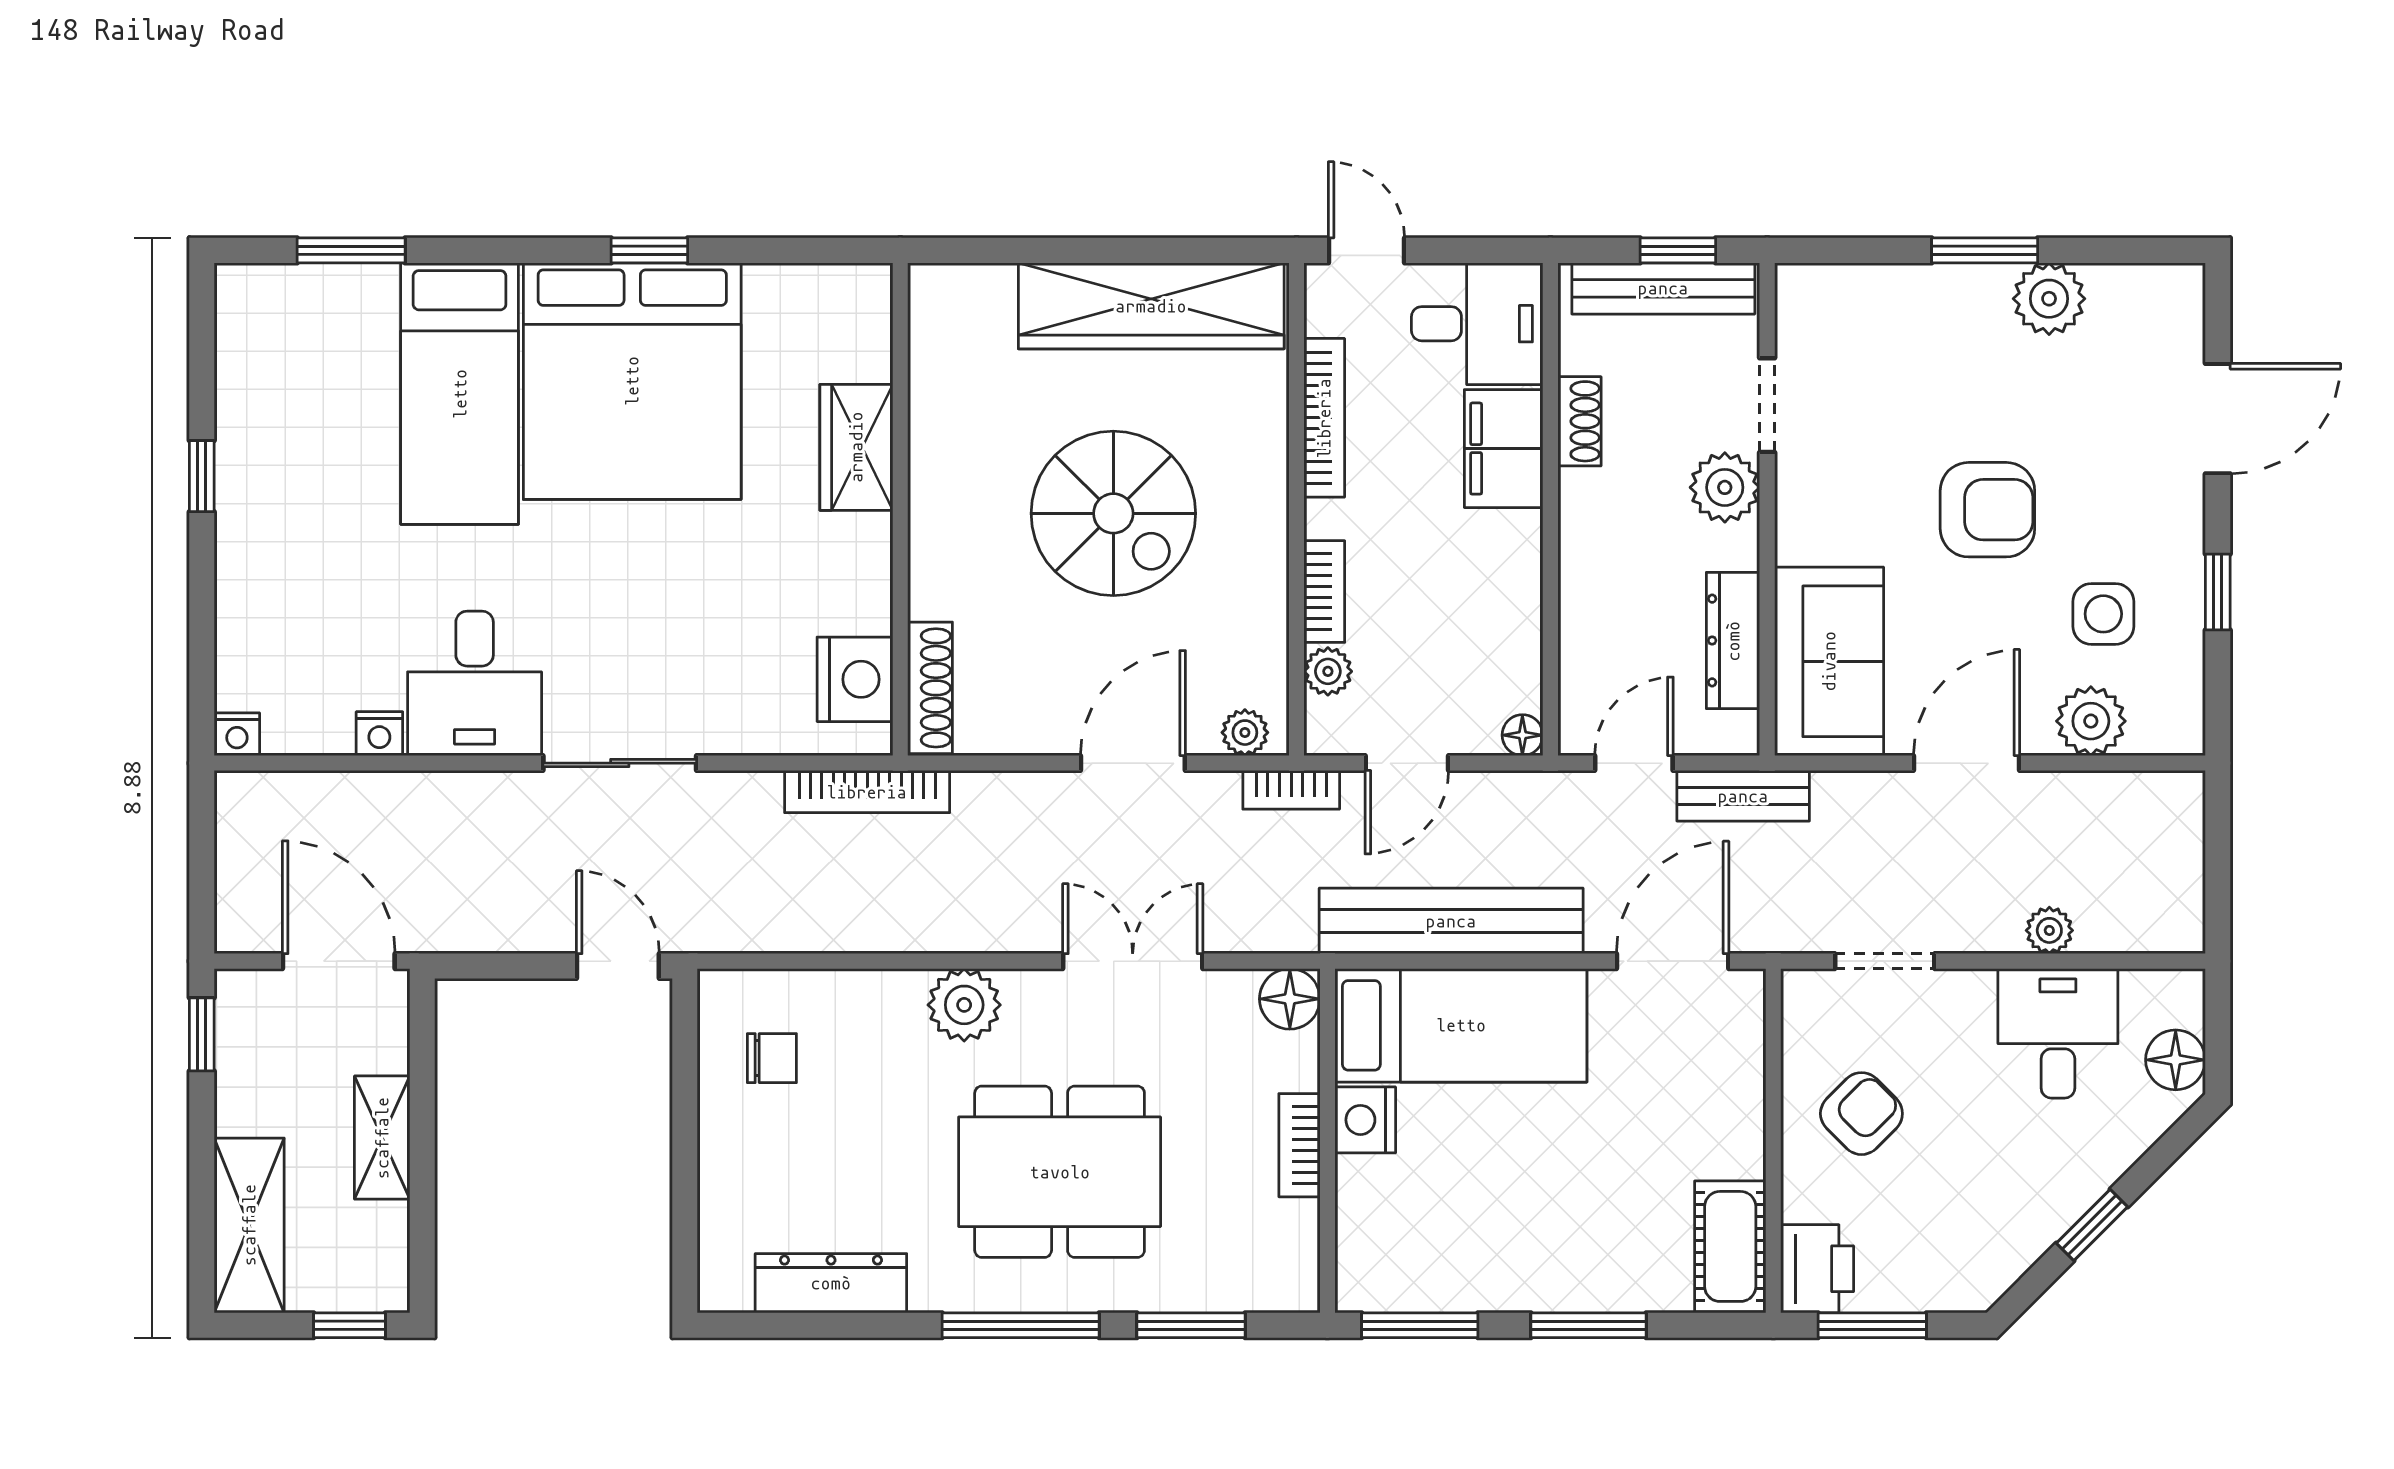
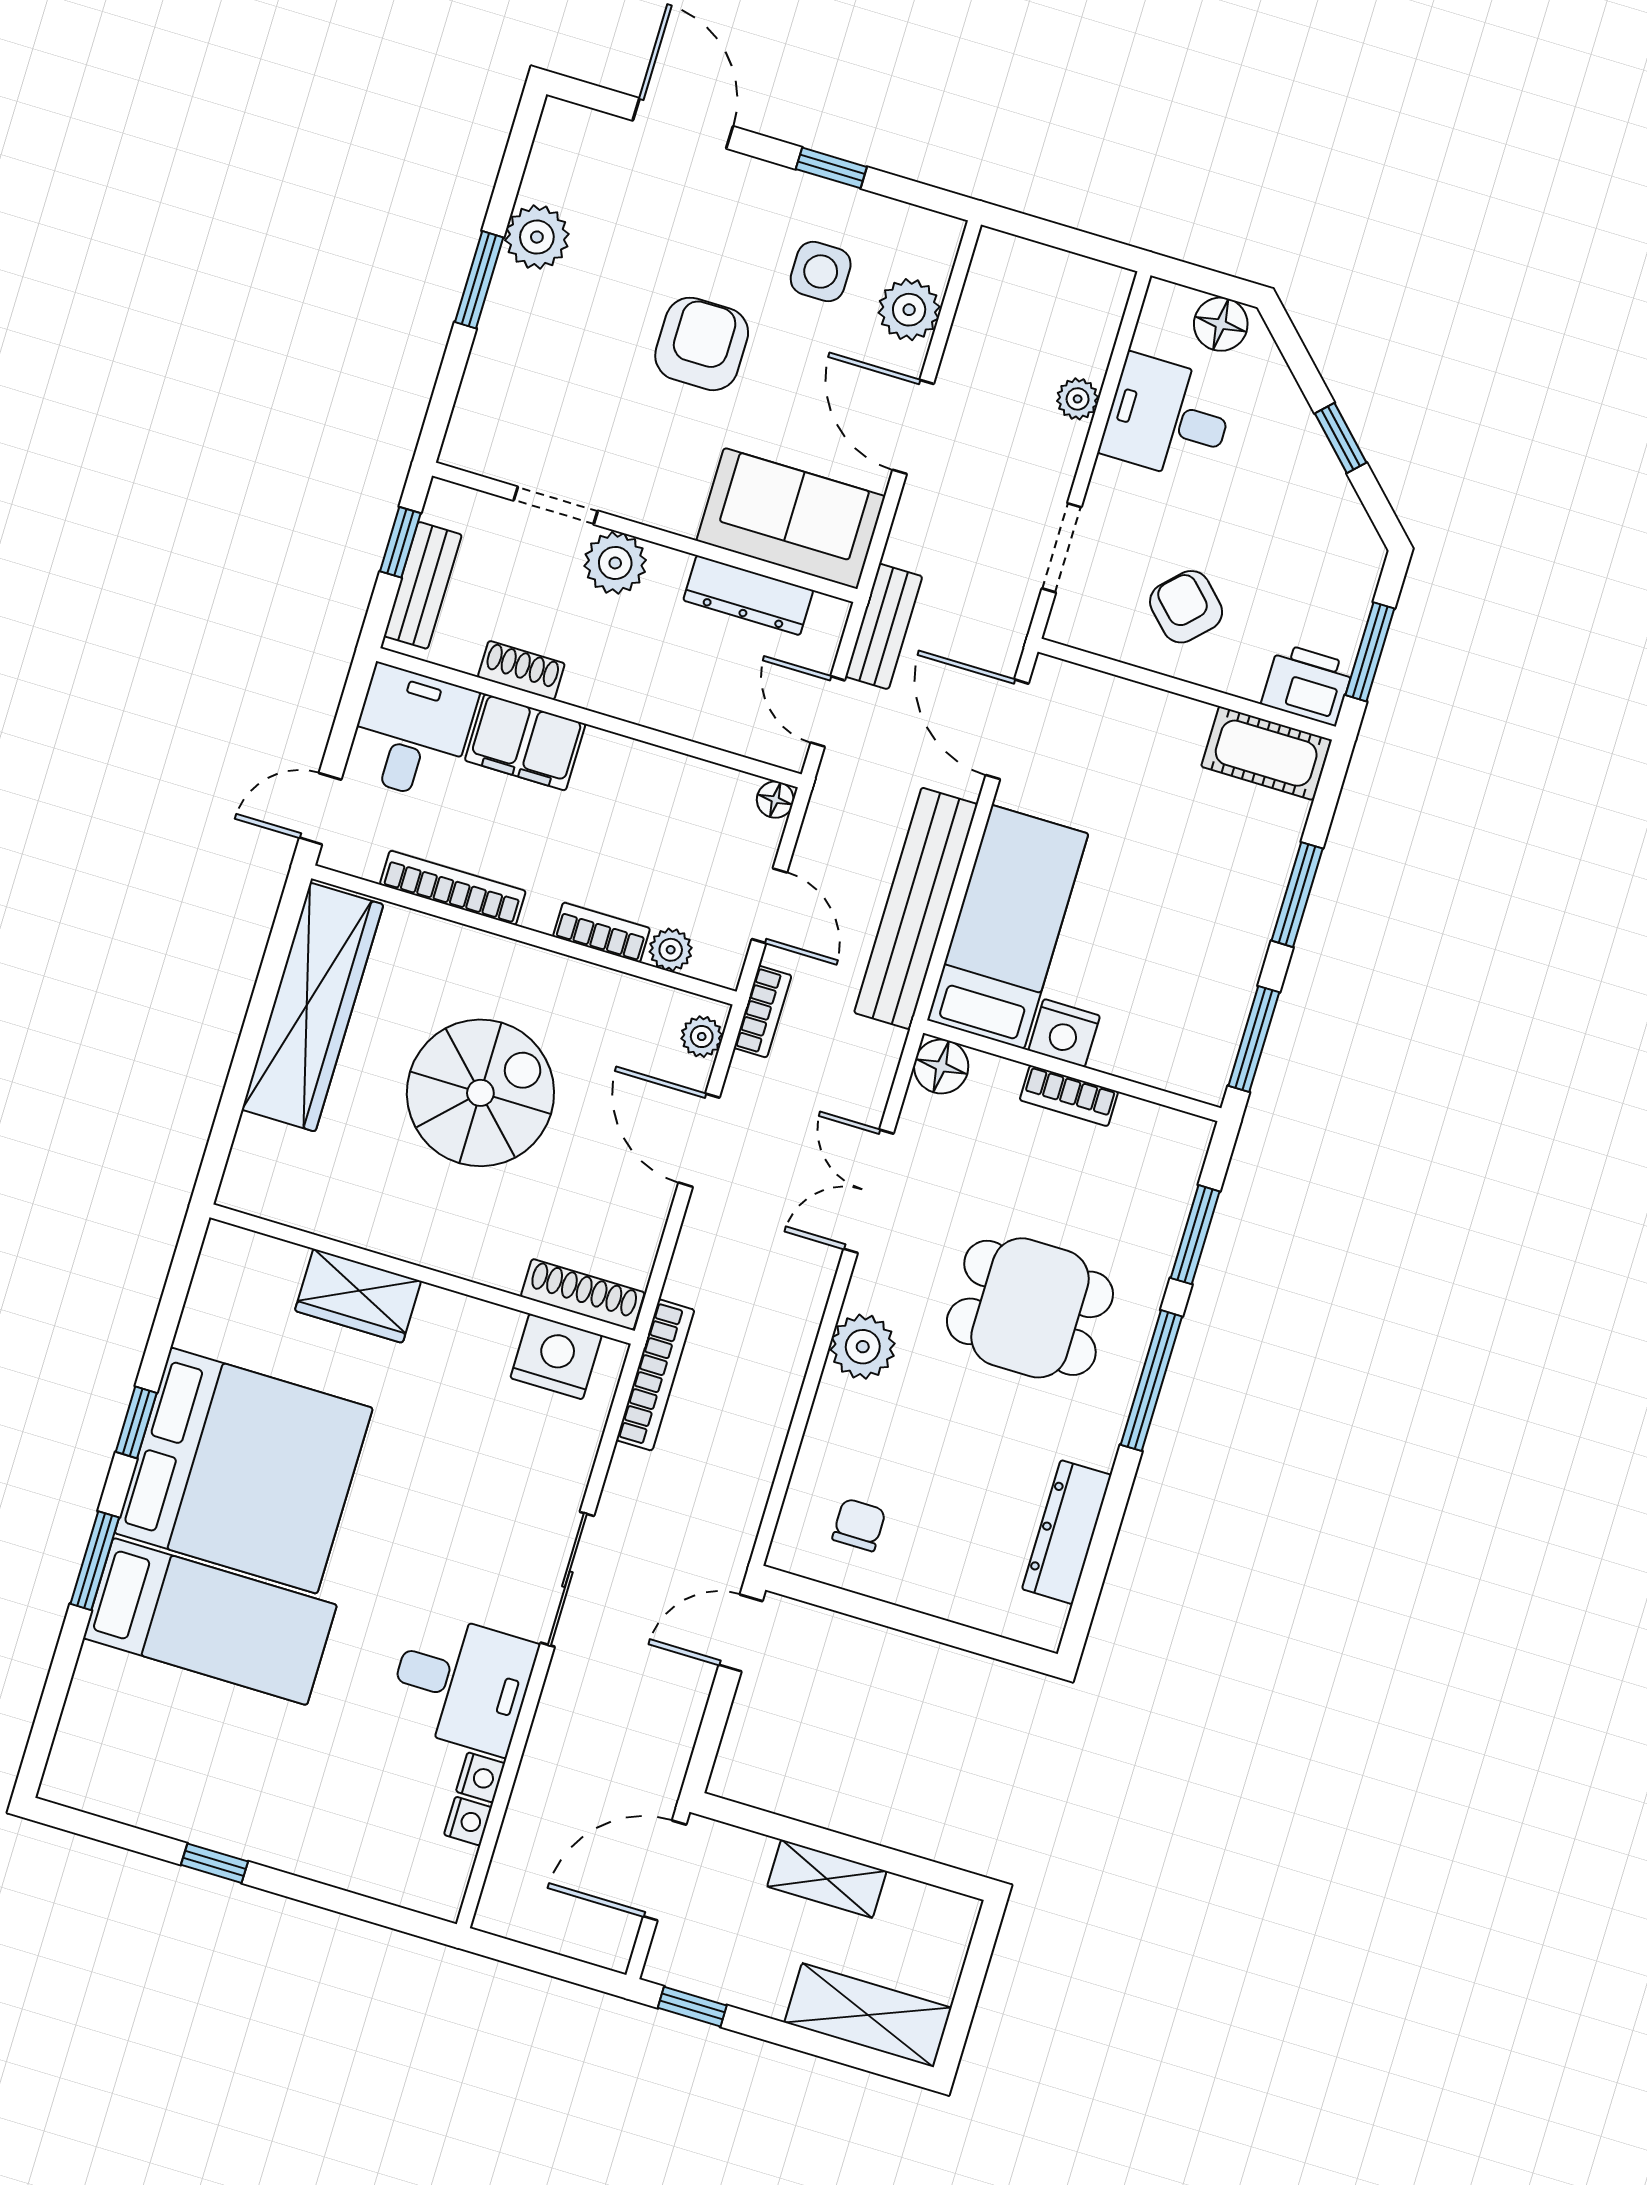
window: (351, 250) -> (95, 1561), moved
bench: (1663, 288) -> (423, 585), width x0.73
nightstand: (237, 734) -> (468, 1821), moved
dining table: (1060, 1172) -> (1030, 1308), width x0.73
window: (349, 1325) -> (979, 1955), removed

